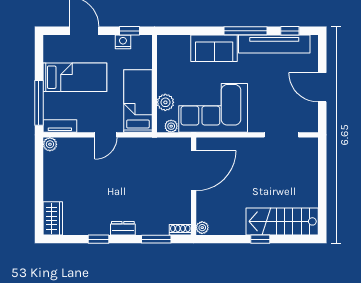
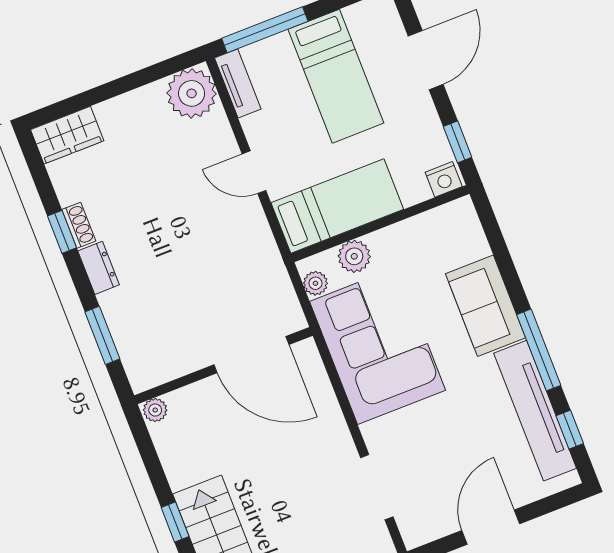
nightstand: (123, 42) -> (444, 179), moved, turned 90
plant: (50, 144) -> (192, 93), width x1.88, depth x1.88
shoe rack: (180, 230) -> (79, 225), moved

